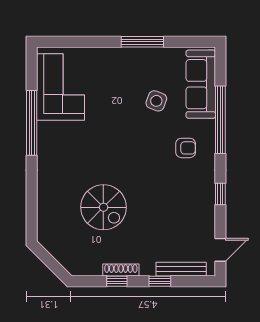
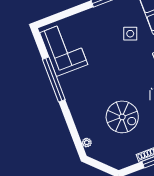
plant: (43, 223) -> (87, 143), added

